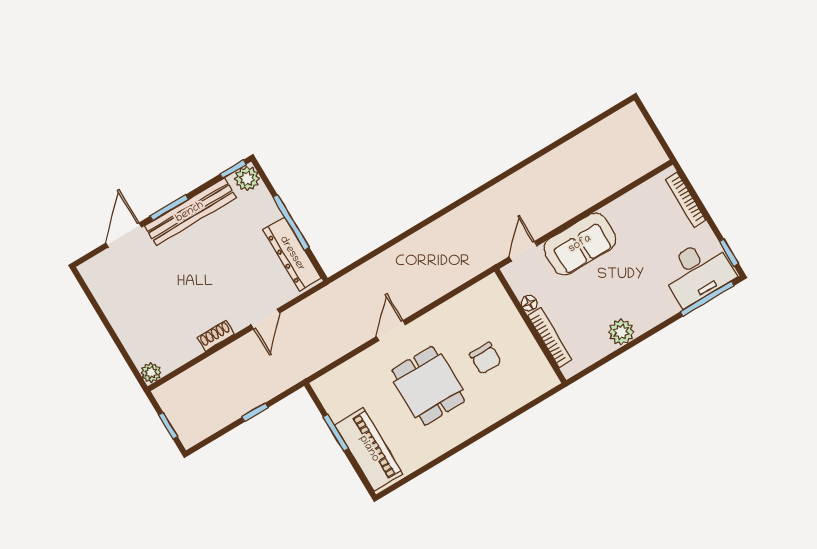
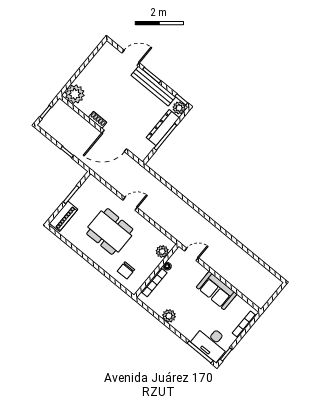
sofa: (580, 244) -> (217, 291), moved
dresser: (292, 254) -> (163, 128), moved
plant: (499, 303) -> (162, 251), added
door: (265, 319) -> (114, 141), width x1.88
chair: (485, 358) -> (126, 270), moved
plant: (151, 373) -> (75, 94), width x1.88, depth x1.88
dining table: (428, 386) -> (110, 231), width x1.38
piano: (369, 449) -> (64, 216), width x0.73, depth x0.75

